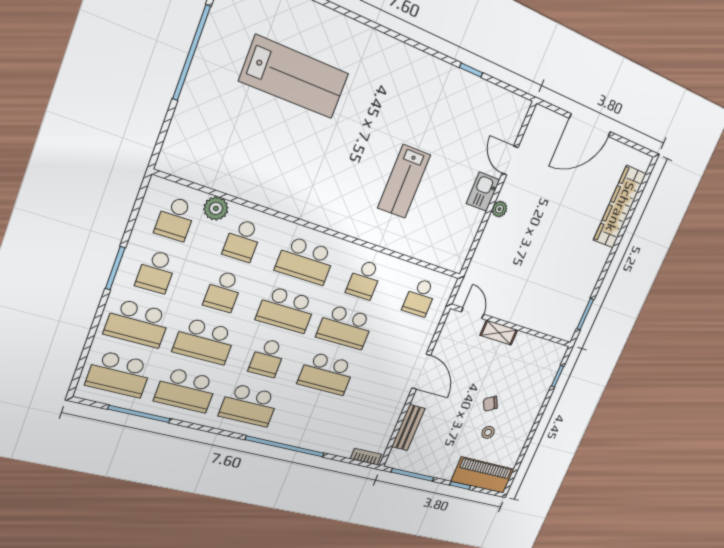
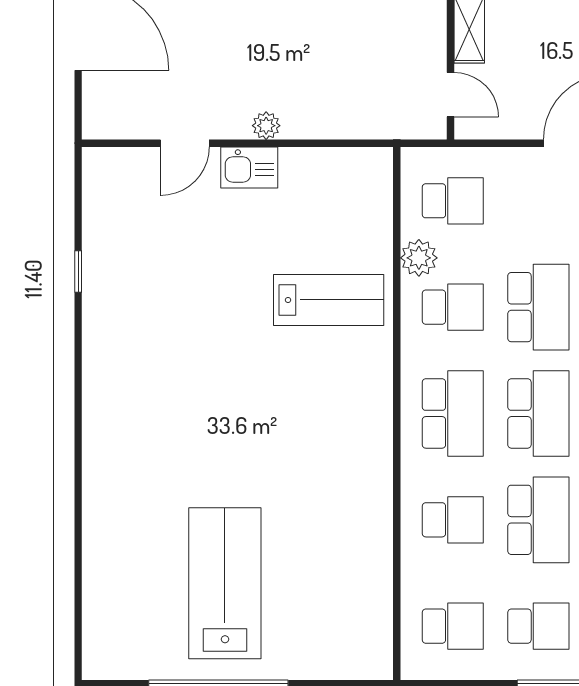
lab bench: (294, 77) -> (225, 583), moved
lab bench: (404, 181) -> (329, 300), moved
plant: (216, 208) -> (419, 258), moved
school desk: (223, 291) -> (538, 520), width x1.85
door: (472, 313) -> (450, 95), swing flipped

